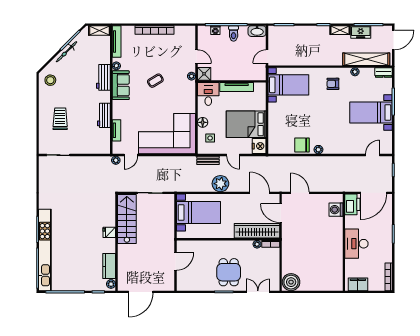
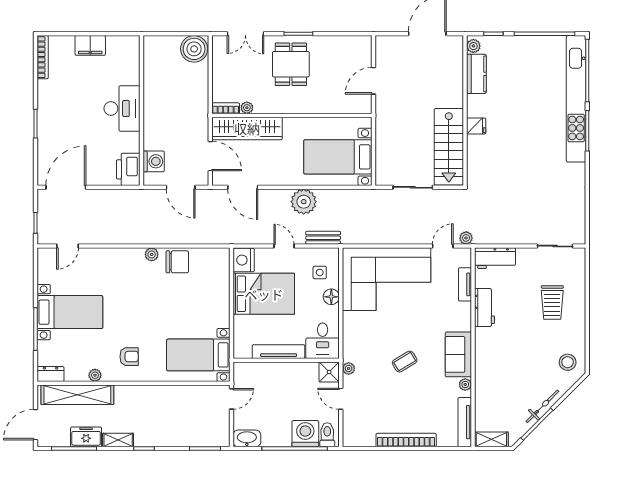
washing machine: (215, 30) -> (305, 434), width x1.89, depth x1.89
toilet: (234, 33) -> (327, 435), moved
workbench: (103, 77) -> (495, 258), moved, turned 90
printer: (352, 204) -> (128, 169), moved
washing machine: (336, 210) -> (154, 161), moved
wall: (344, 242) -> (142, 111), moved
desk: (356, 244) -> (122, 109), moved

